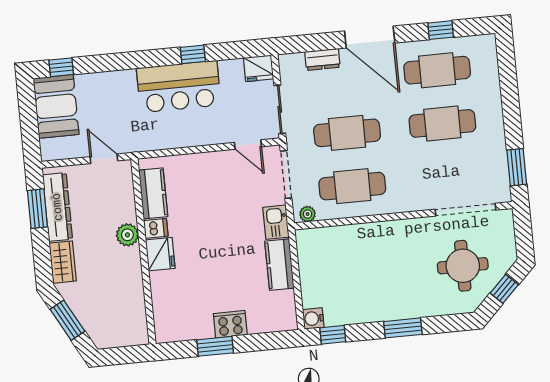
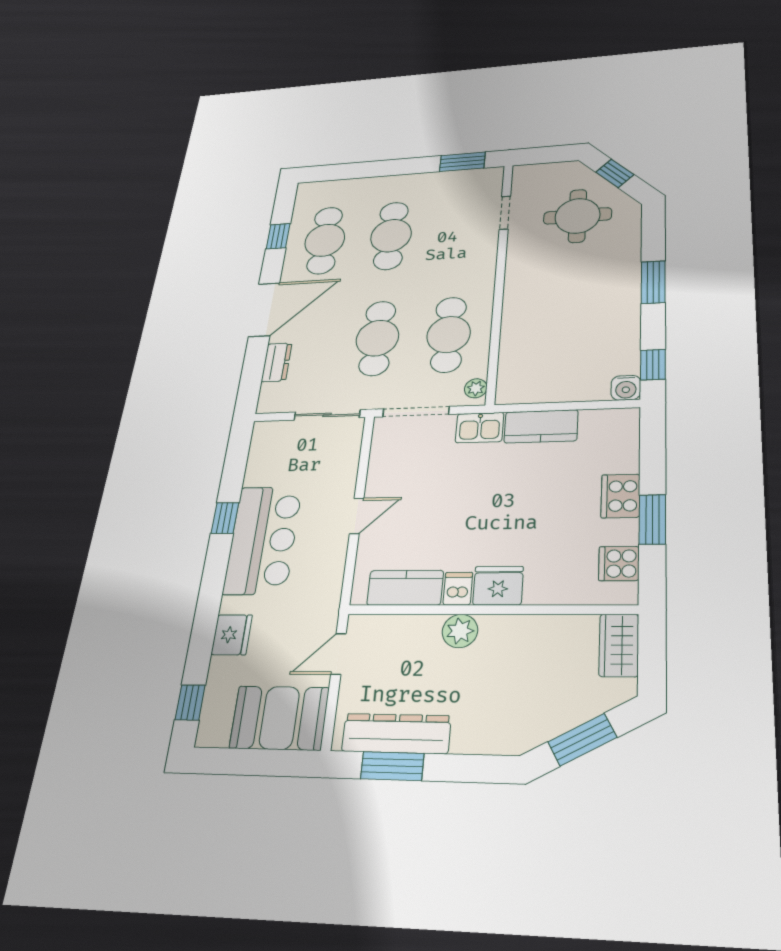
fridge: (258, 68) -> (232, 635), moved
booth: (56, 106) -> (279, 718), moved
door: (248, 145) -> (357, 516), moved
doorway: (466, 210) -> (505, 213), width x0.53
wardrobe: (63, 262) -> (619, 645), moved, turned -90
cooker: (183, 329) -> (619, 564), added

